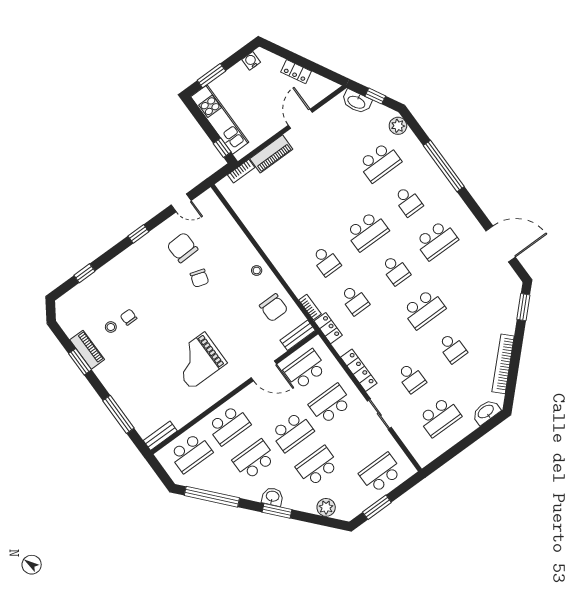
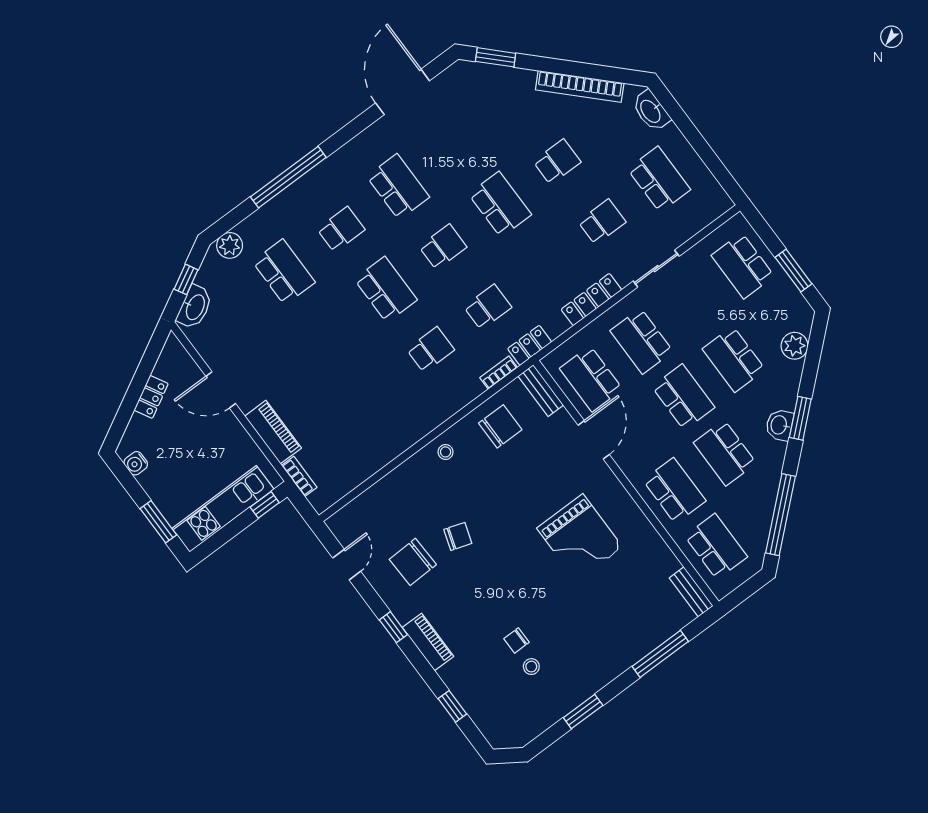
piano: (87, 350) -> (428, 642), moved, turned 90

